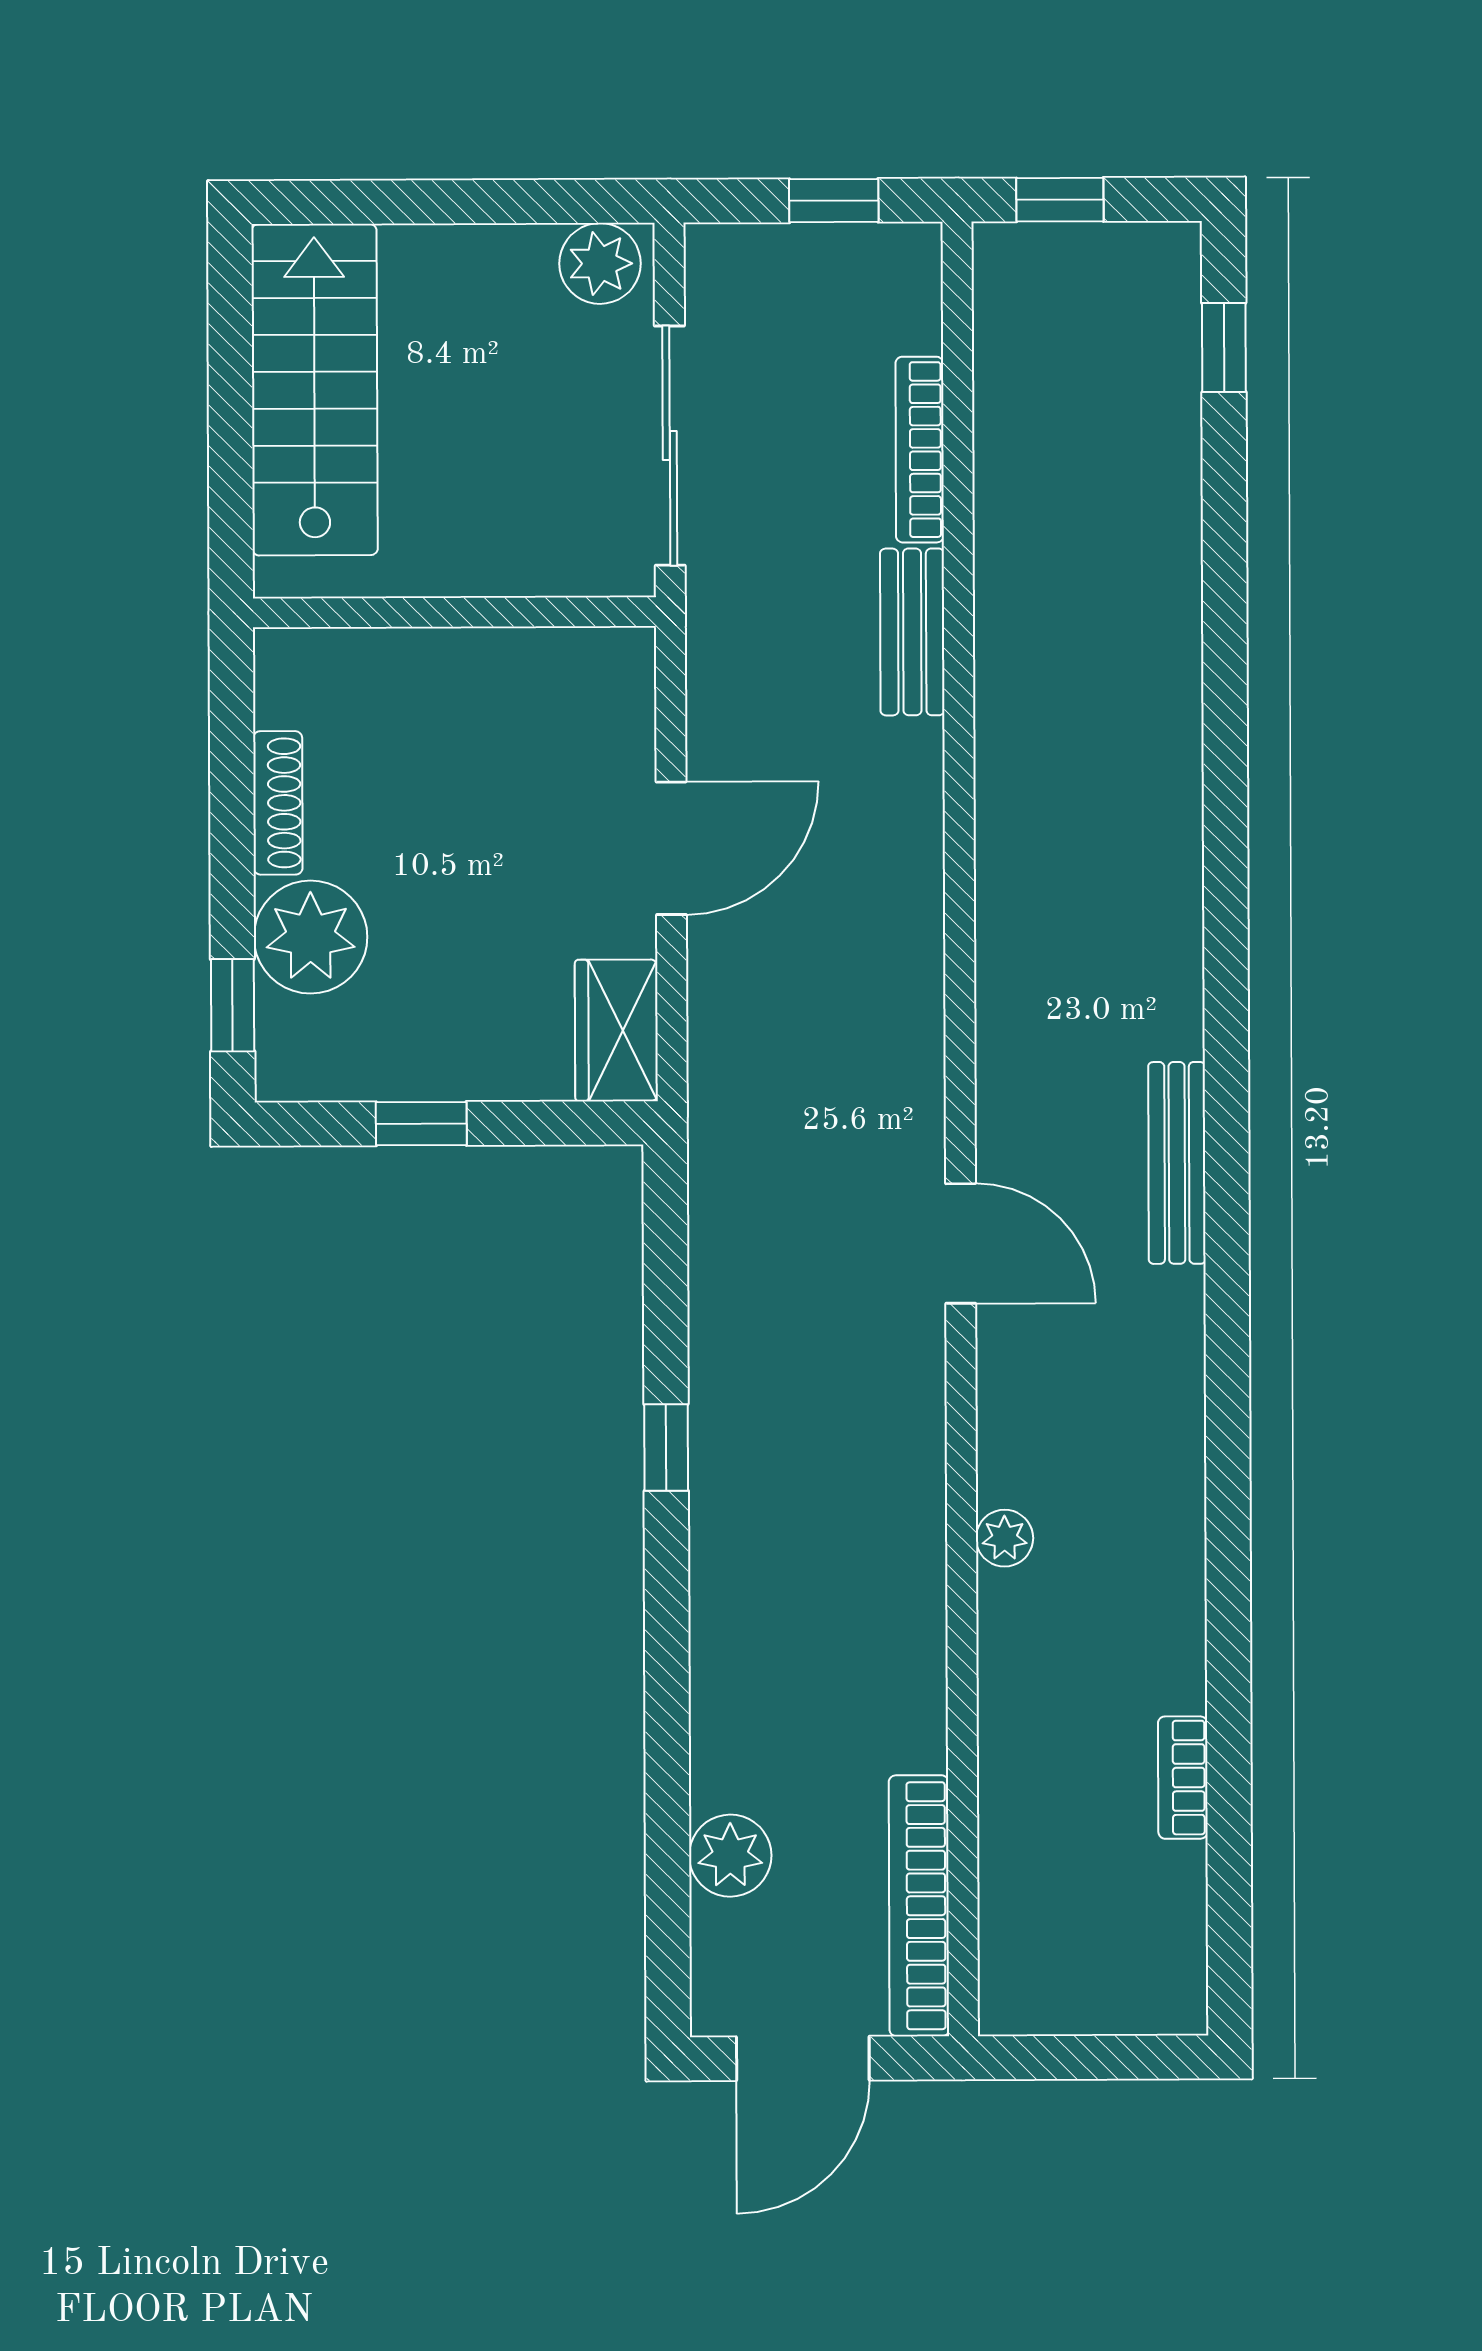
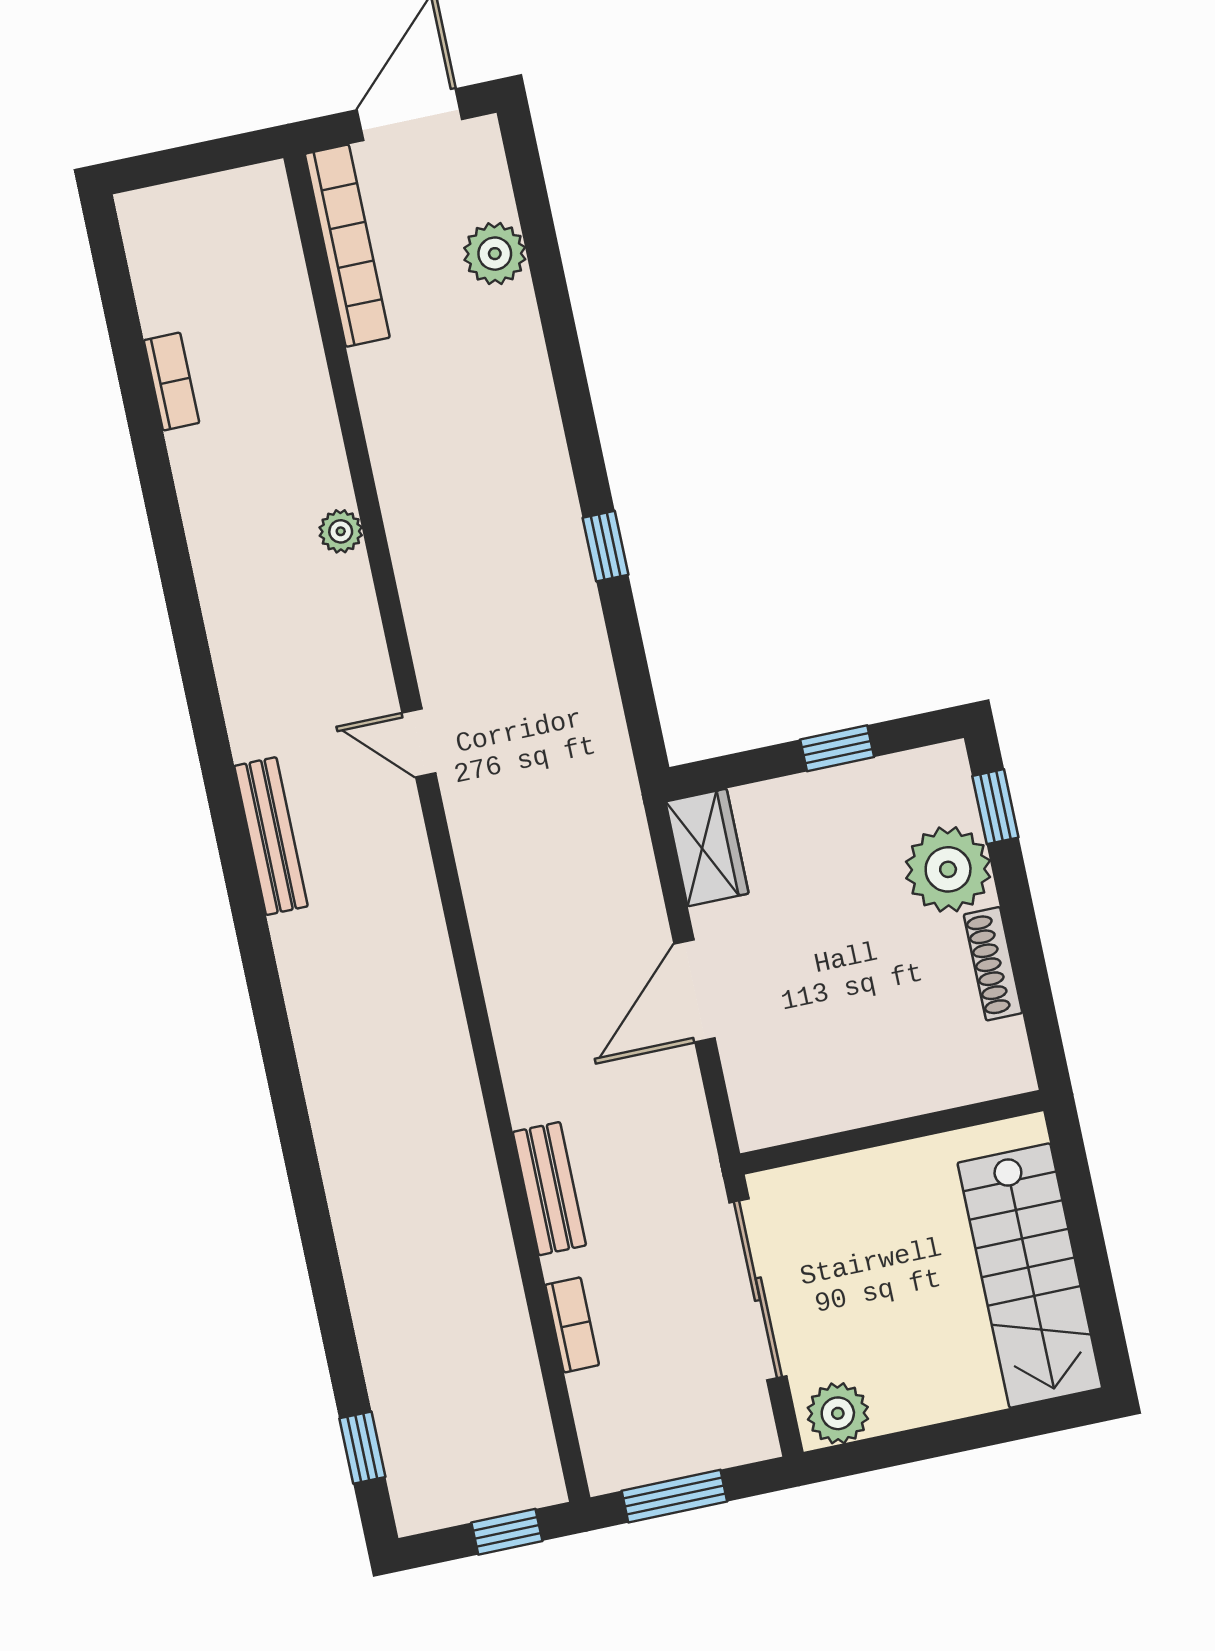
window: (834, 201) -> (674, 1496), width x1.50
bookcase: (920, 450) -> (572, 1325), width x0.64
door: (961, 1243) -> (419, 743), width x0.73

